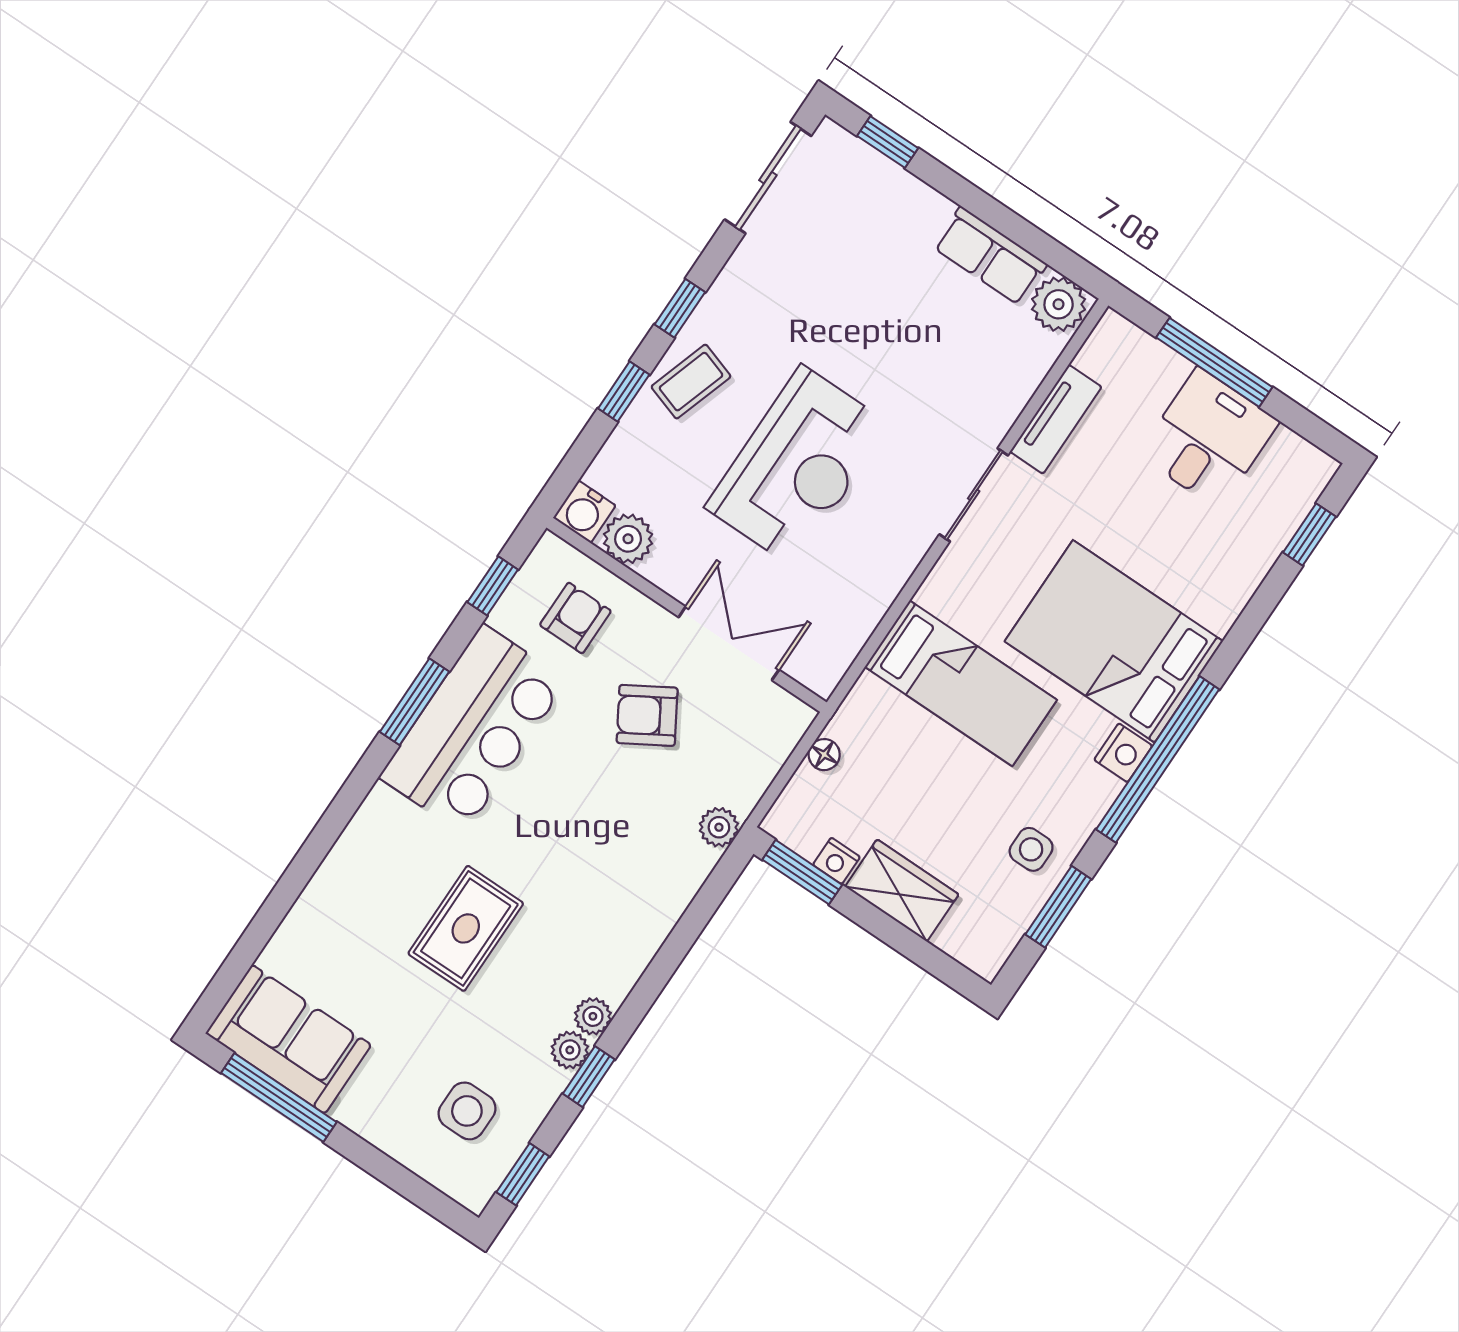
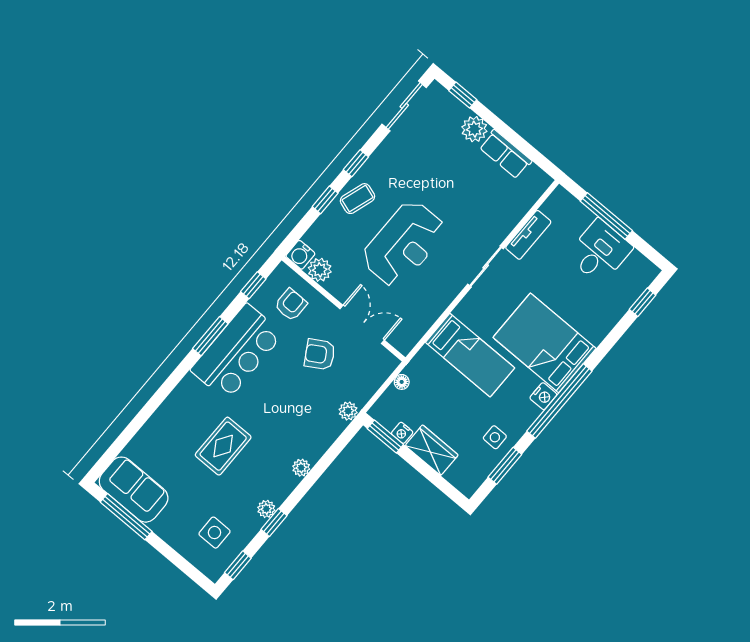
plant: (1059, 304) -> (474, 129), moved
plant: (593, 1016) -> (301, 468), moved

